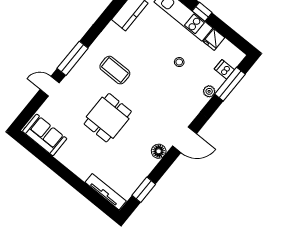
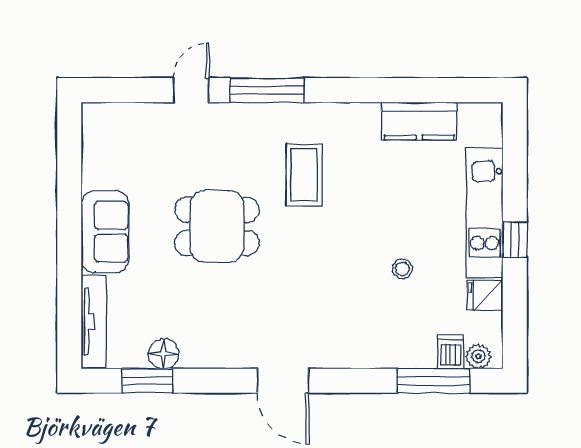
door: (50, 86) -> (191, 90), hinge flipped
plant: (209, 91) -> (478, 356), moved
sofa: (45, 135) -> (105, 232), moved
floor lamp: (159, 151) -> (164, 354), moved

